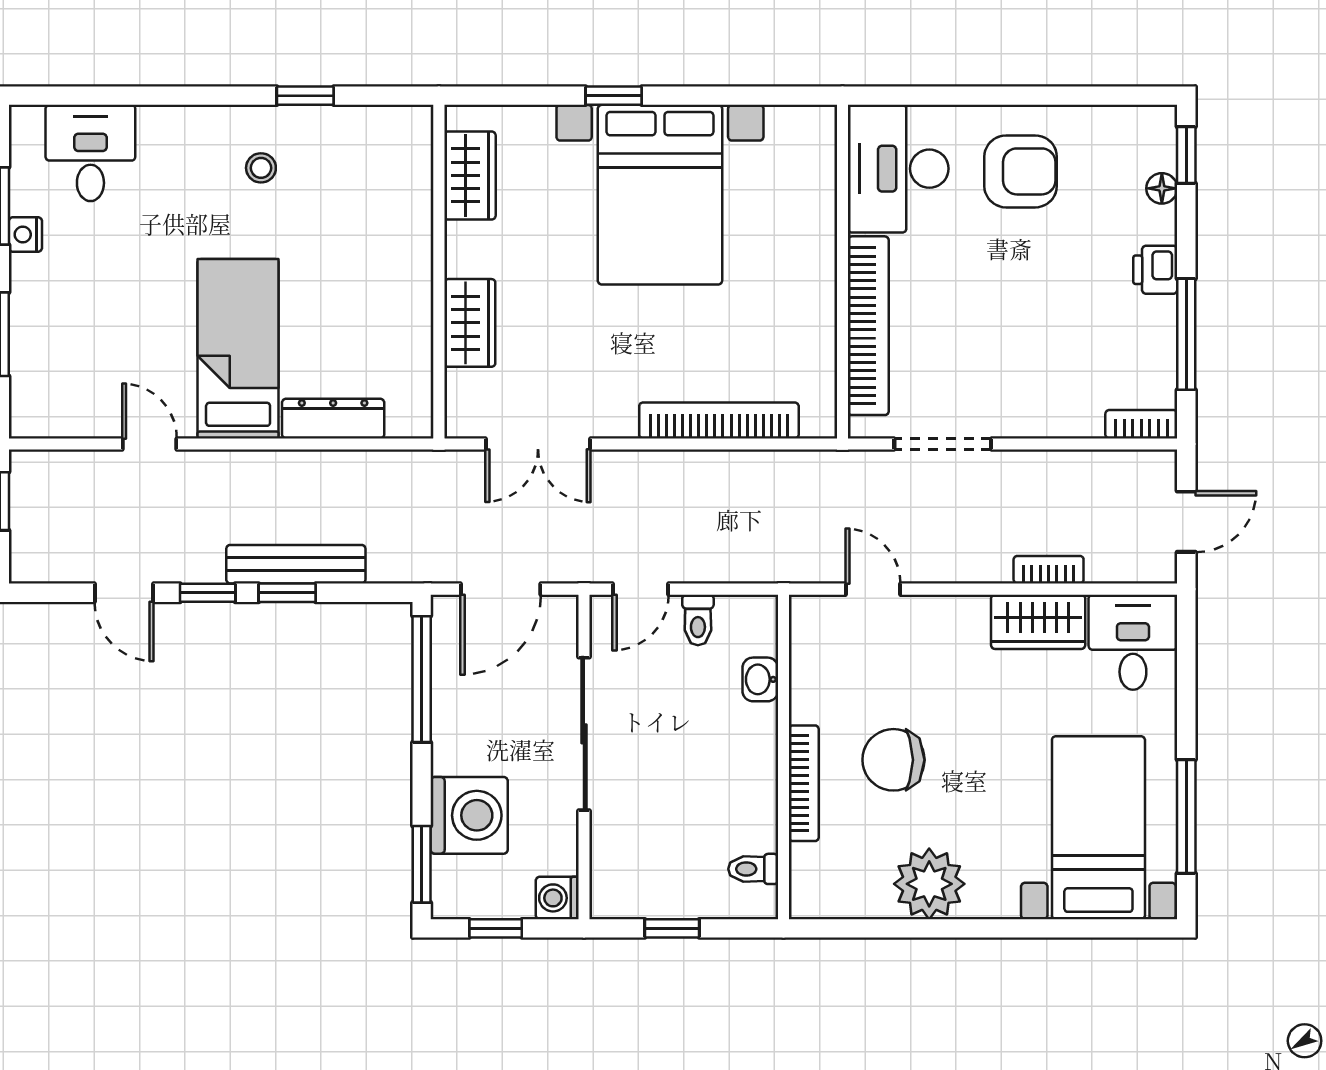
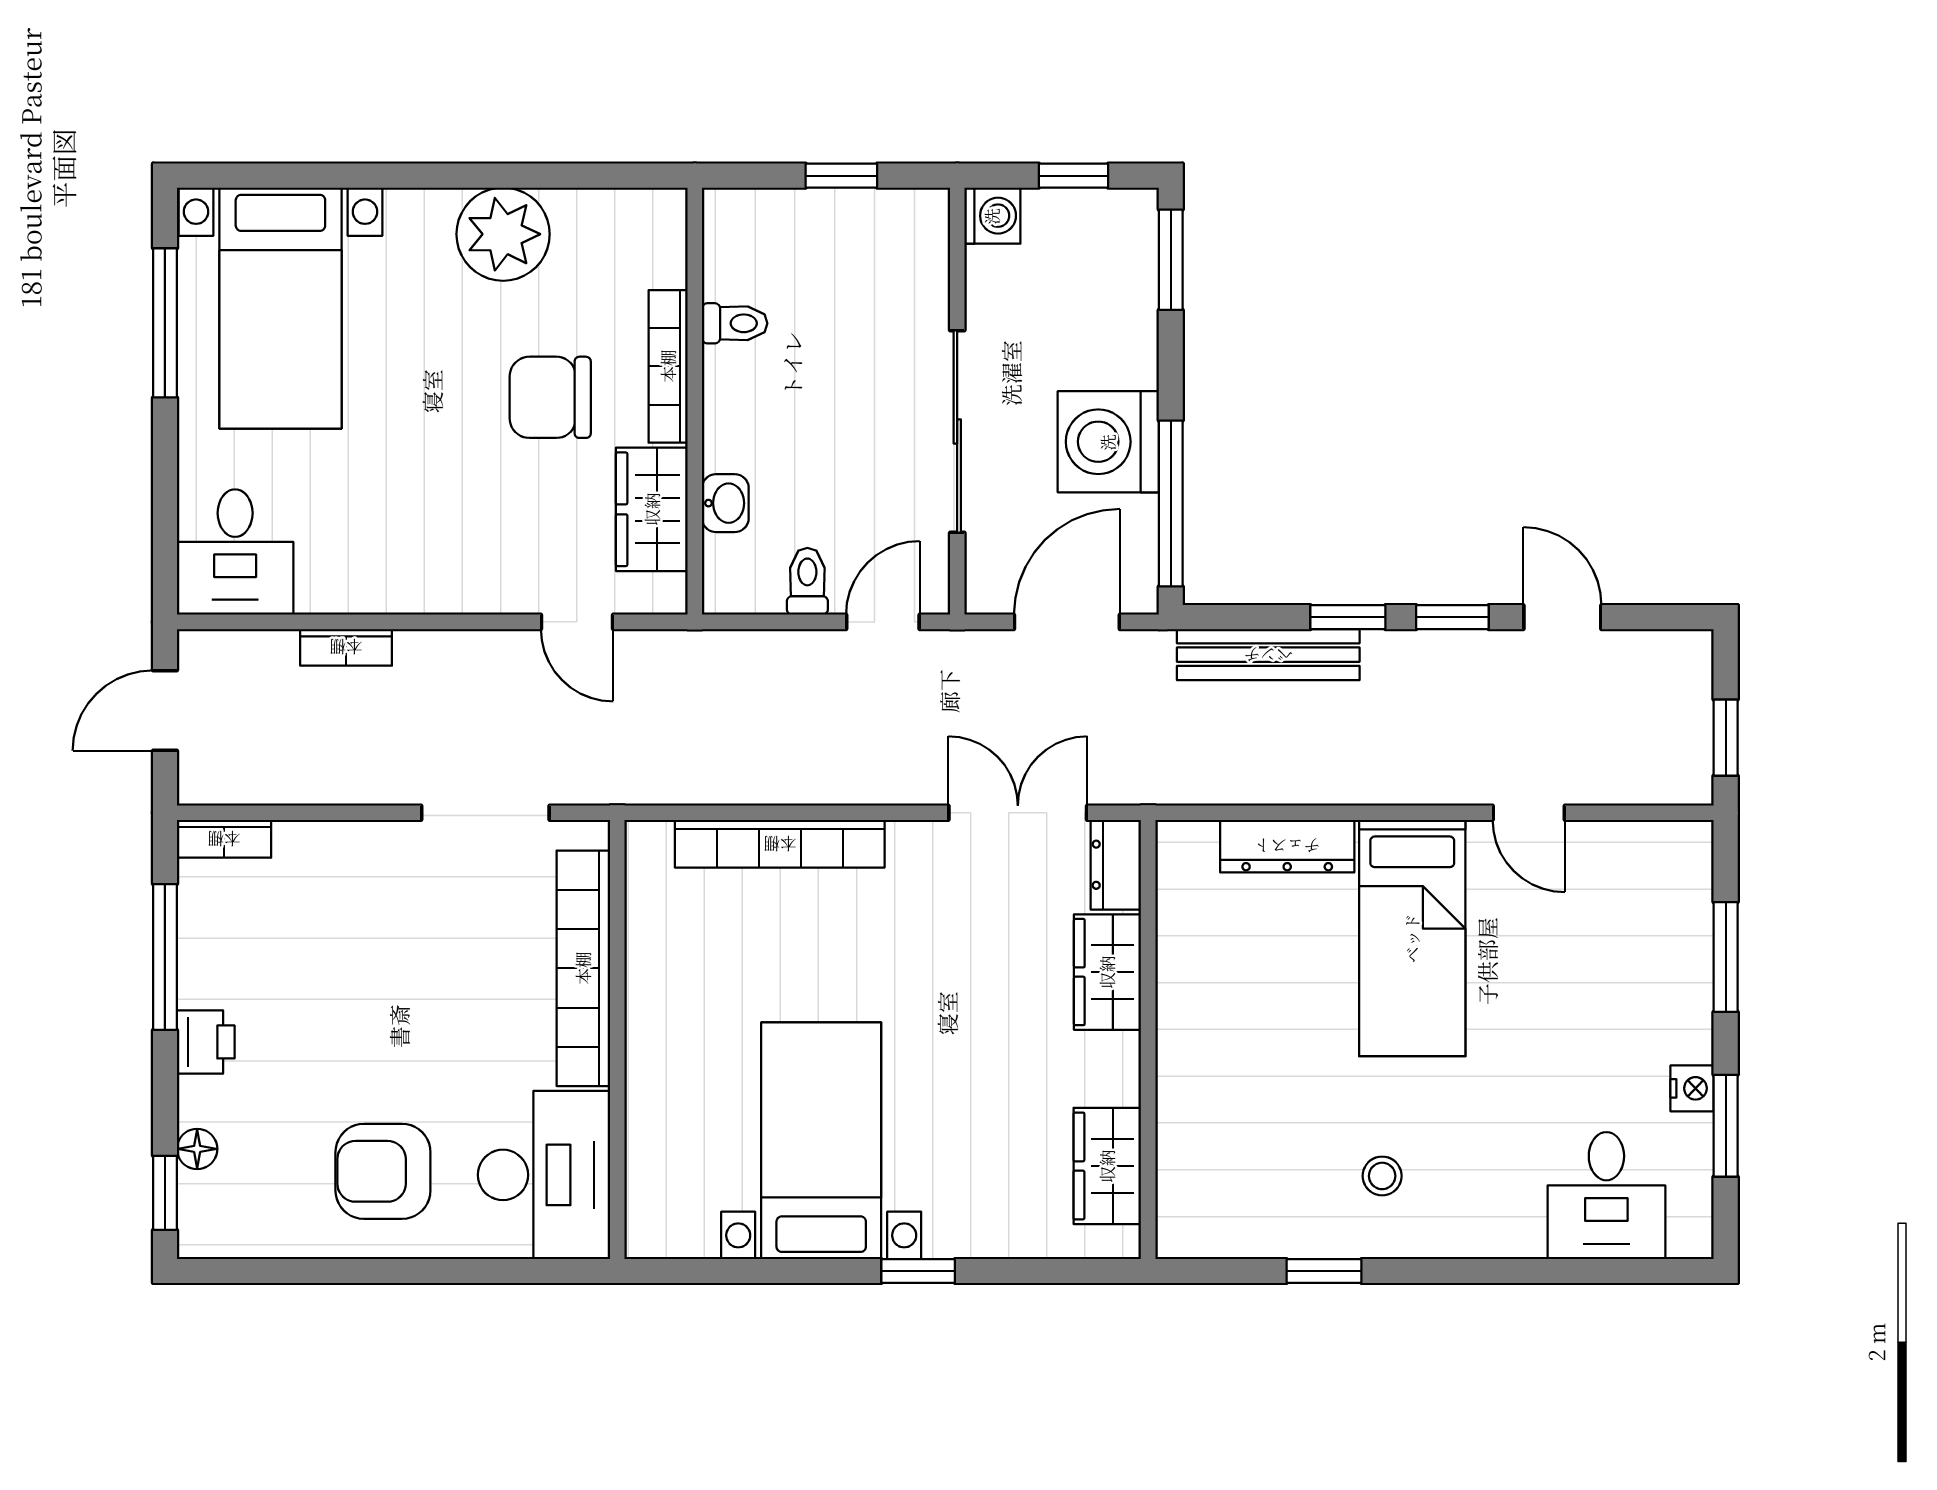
bed with nightstands: (660, 195) -> (821, 1141), width x0.73
dresser: (463, 404) -> (1116, 865), added
bench: (296, 564) -> (1268, 655), moved
wardrobe: (1038, 622) -> (652, 509), moved, turned -90
chair: (893, 760) -> (550, 397), turned 180
washing machine: (469, 815) -> (1108, 442), moved
toilet: (753, 869) -> (735, 323), moved

